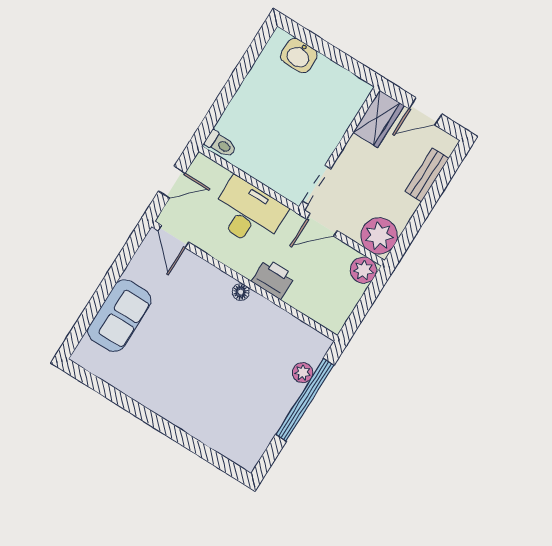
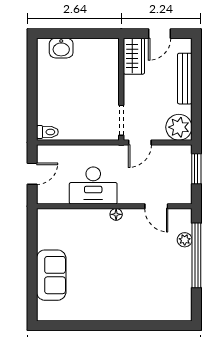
bench: (427, 175) -> (185, 79), width x1.36
desk: (248, 213) -> (93, 185), moved, turned 180
door: (173, 236) -> (156, 206), moved
plant: (363, 270) -> (183, 154), removed
printer: (273, 279) -> (131, 194), removed
window: (369, 298) -> (196, 169), added

